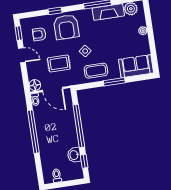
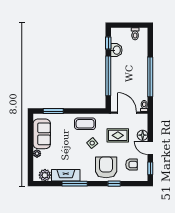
sofa: (136, 66) -> (42, 134), moved, turned -90
window: (114, 82) -> (53, 111), moved
floor lamp: (35, 85) -> (143, 135), moved

